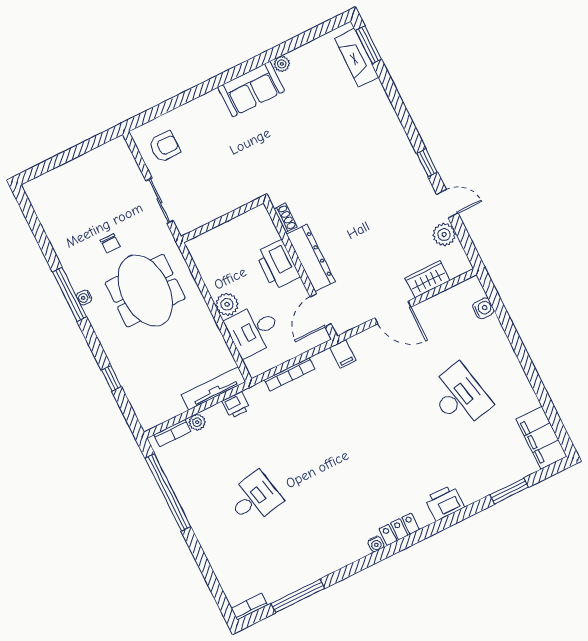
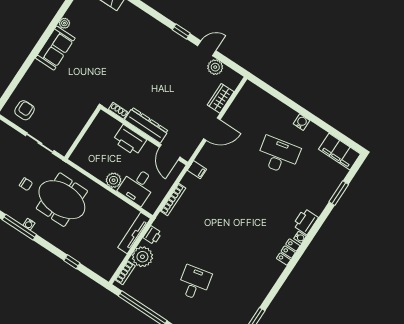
water cooler: (483, 308) -> (302, 122), moved
plant: (197, 422) -> (142, 257), width x1.88, depth x1.88
water cooler: (376, 544) -> (300, 237), moved

